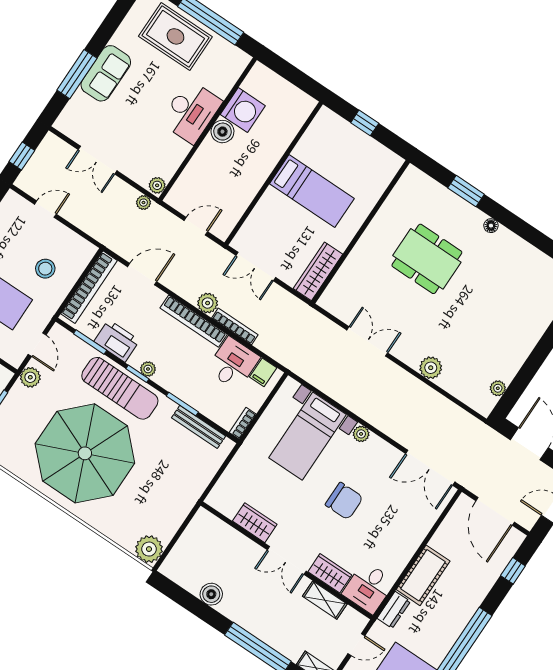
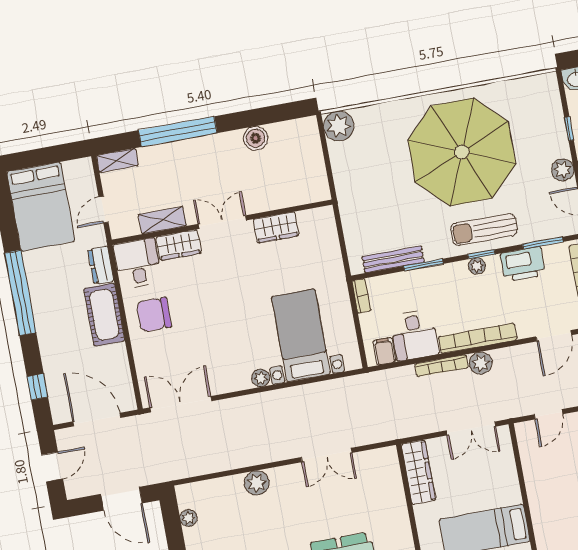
double door: (256, 266) -> (471, 428), swing flipped
sun lounger: (120, 388) -> (484, 229), width x0.73, depth x0.75
chair: (344, 501) -> (154, 315), moved

